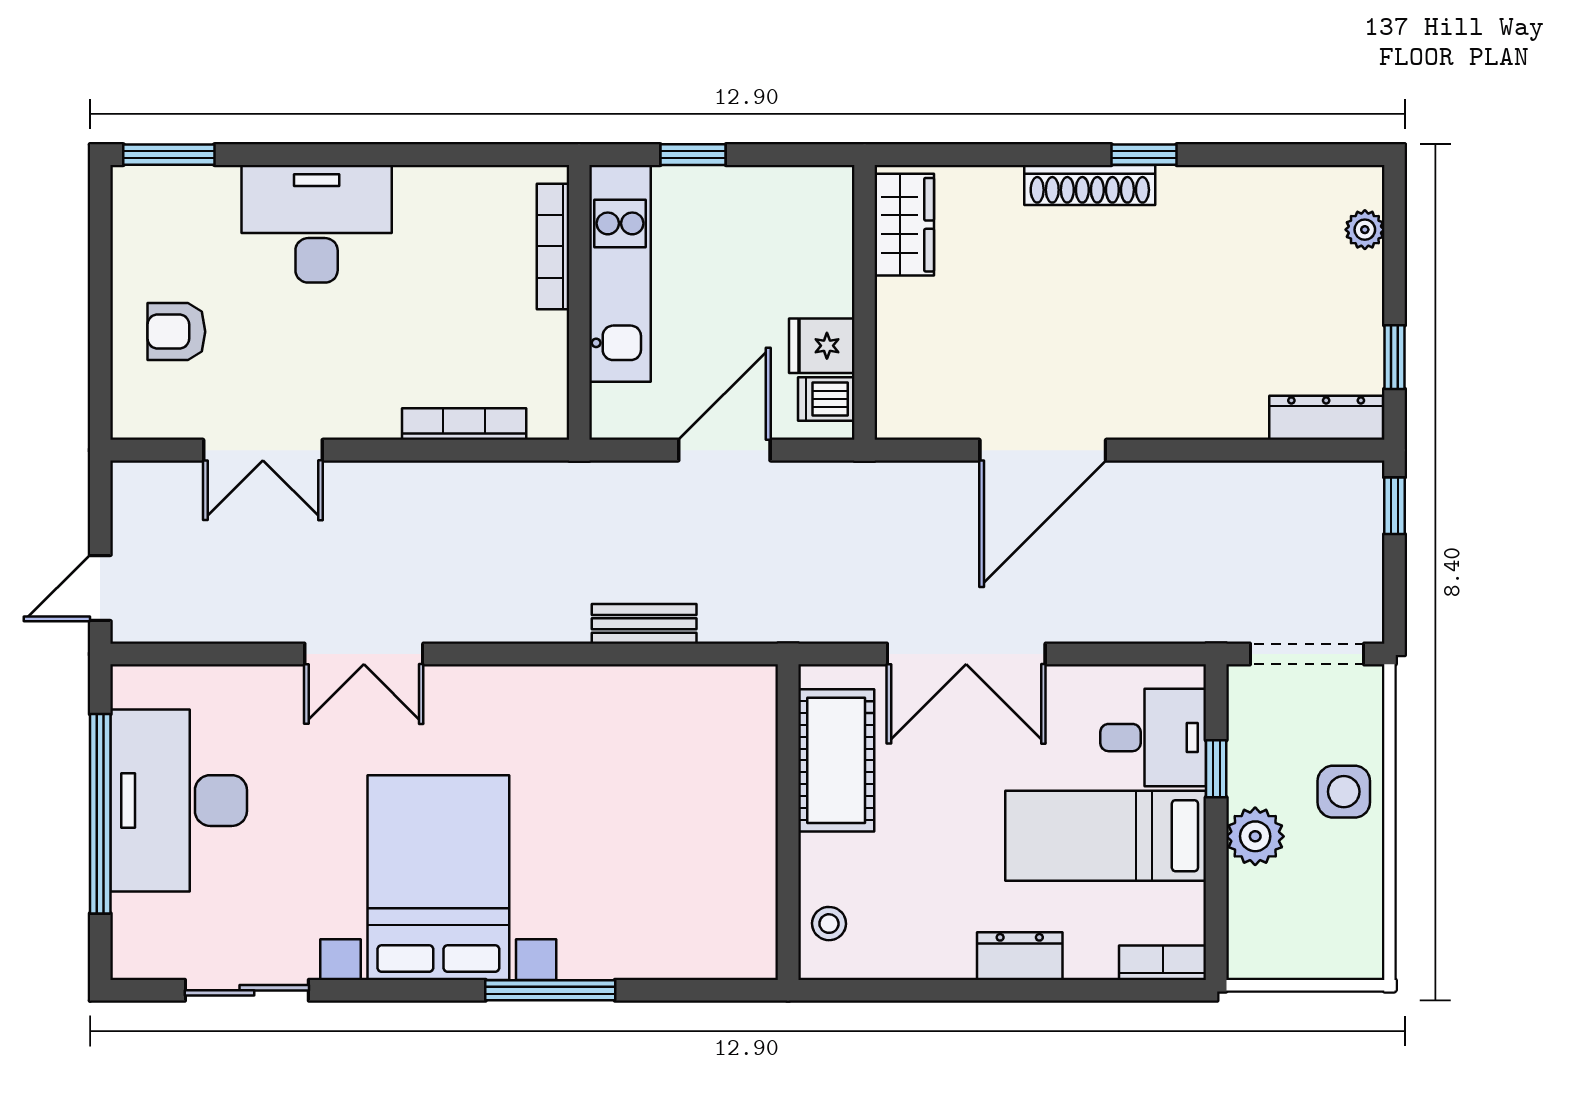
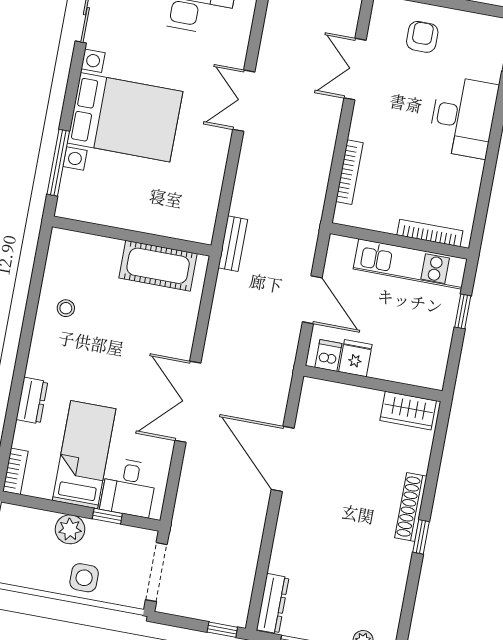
cot: (836, 760) -> (158, 266), moved
wall: (788, 822) -> (132, 236), moved

